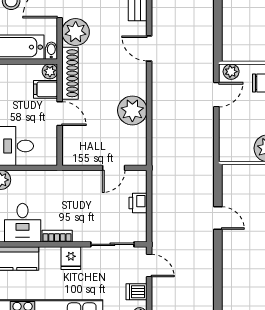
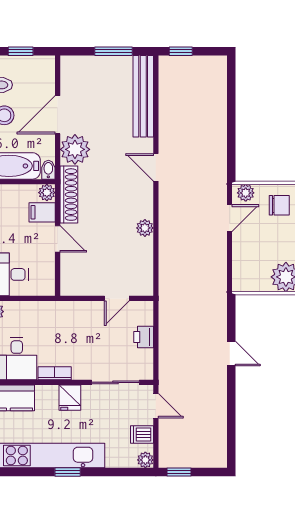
plant: (132, 110) -> (145, 228), width x0.53, depth x0.53

